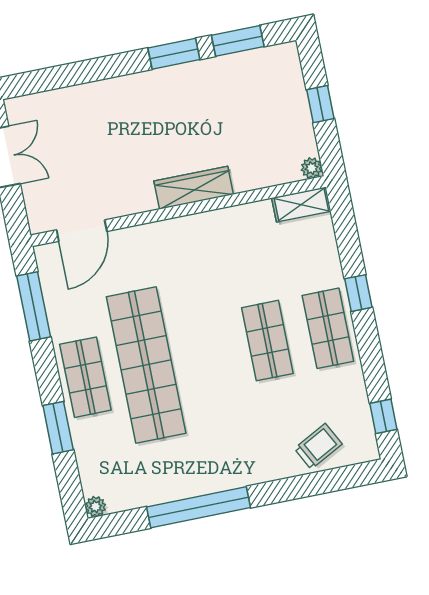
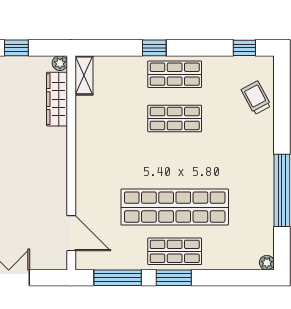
wardrobe: (194, 188) -> (57, 99), moved
window: (58, 428) -> (174, 278), moved

